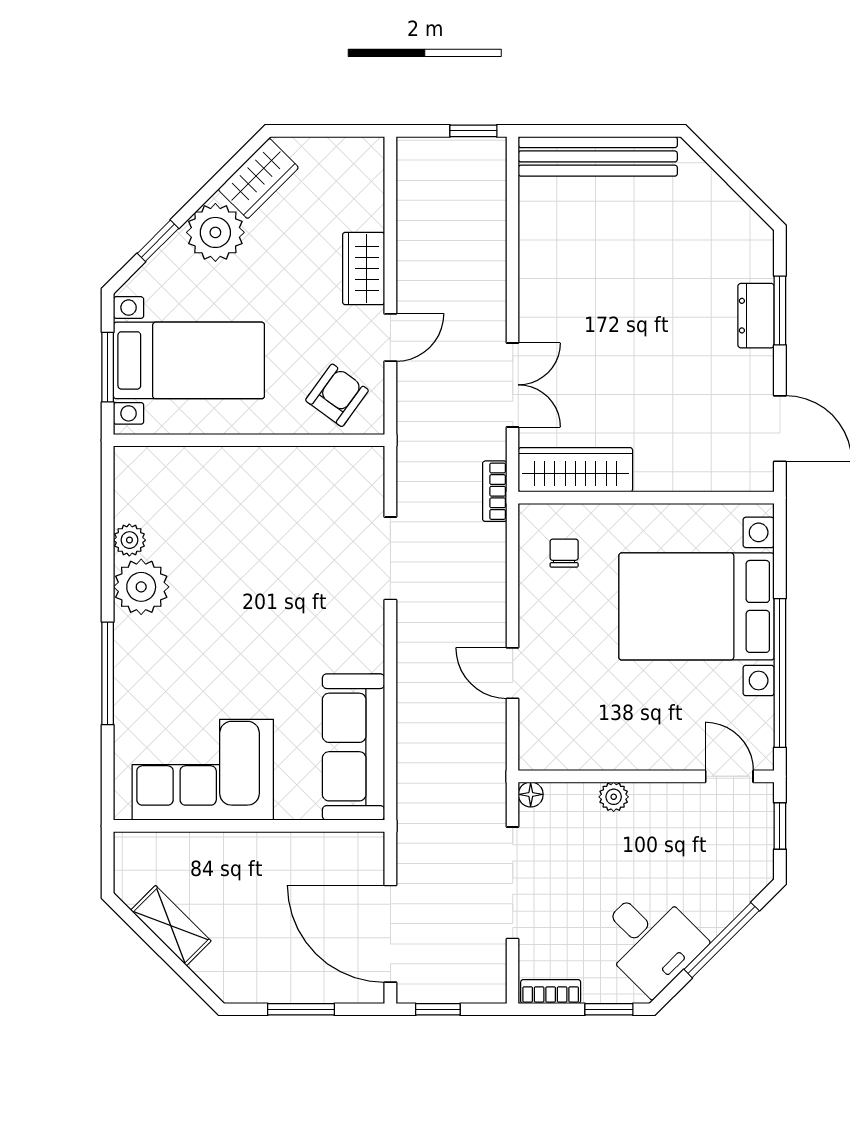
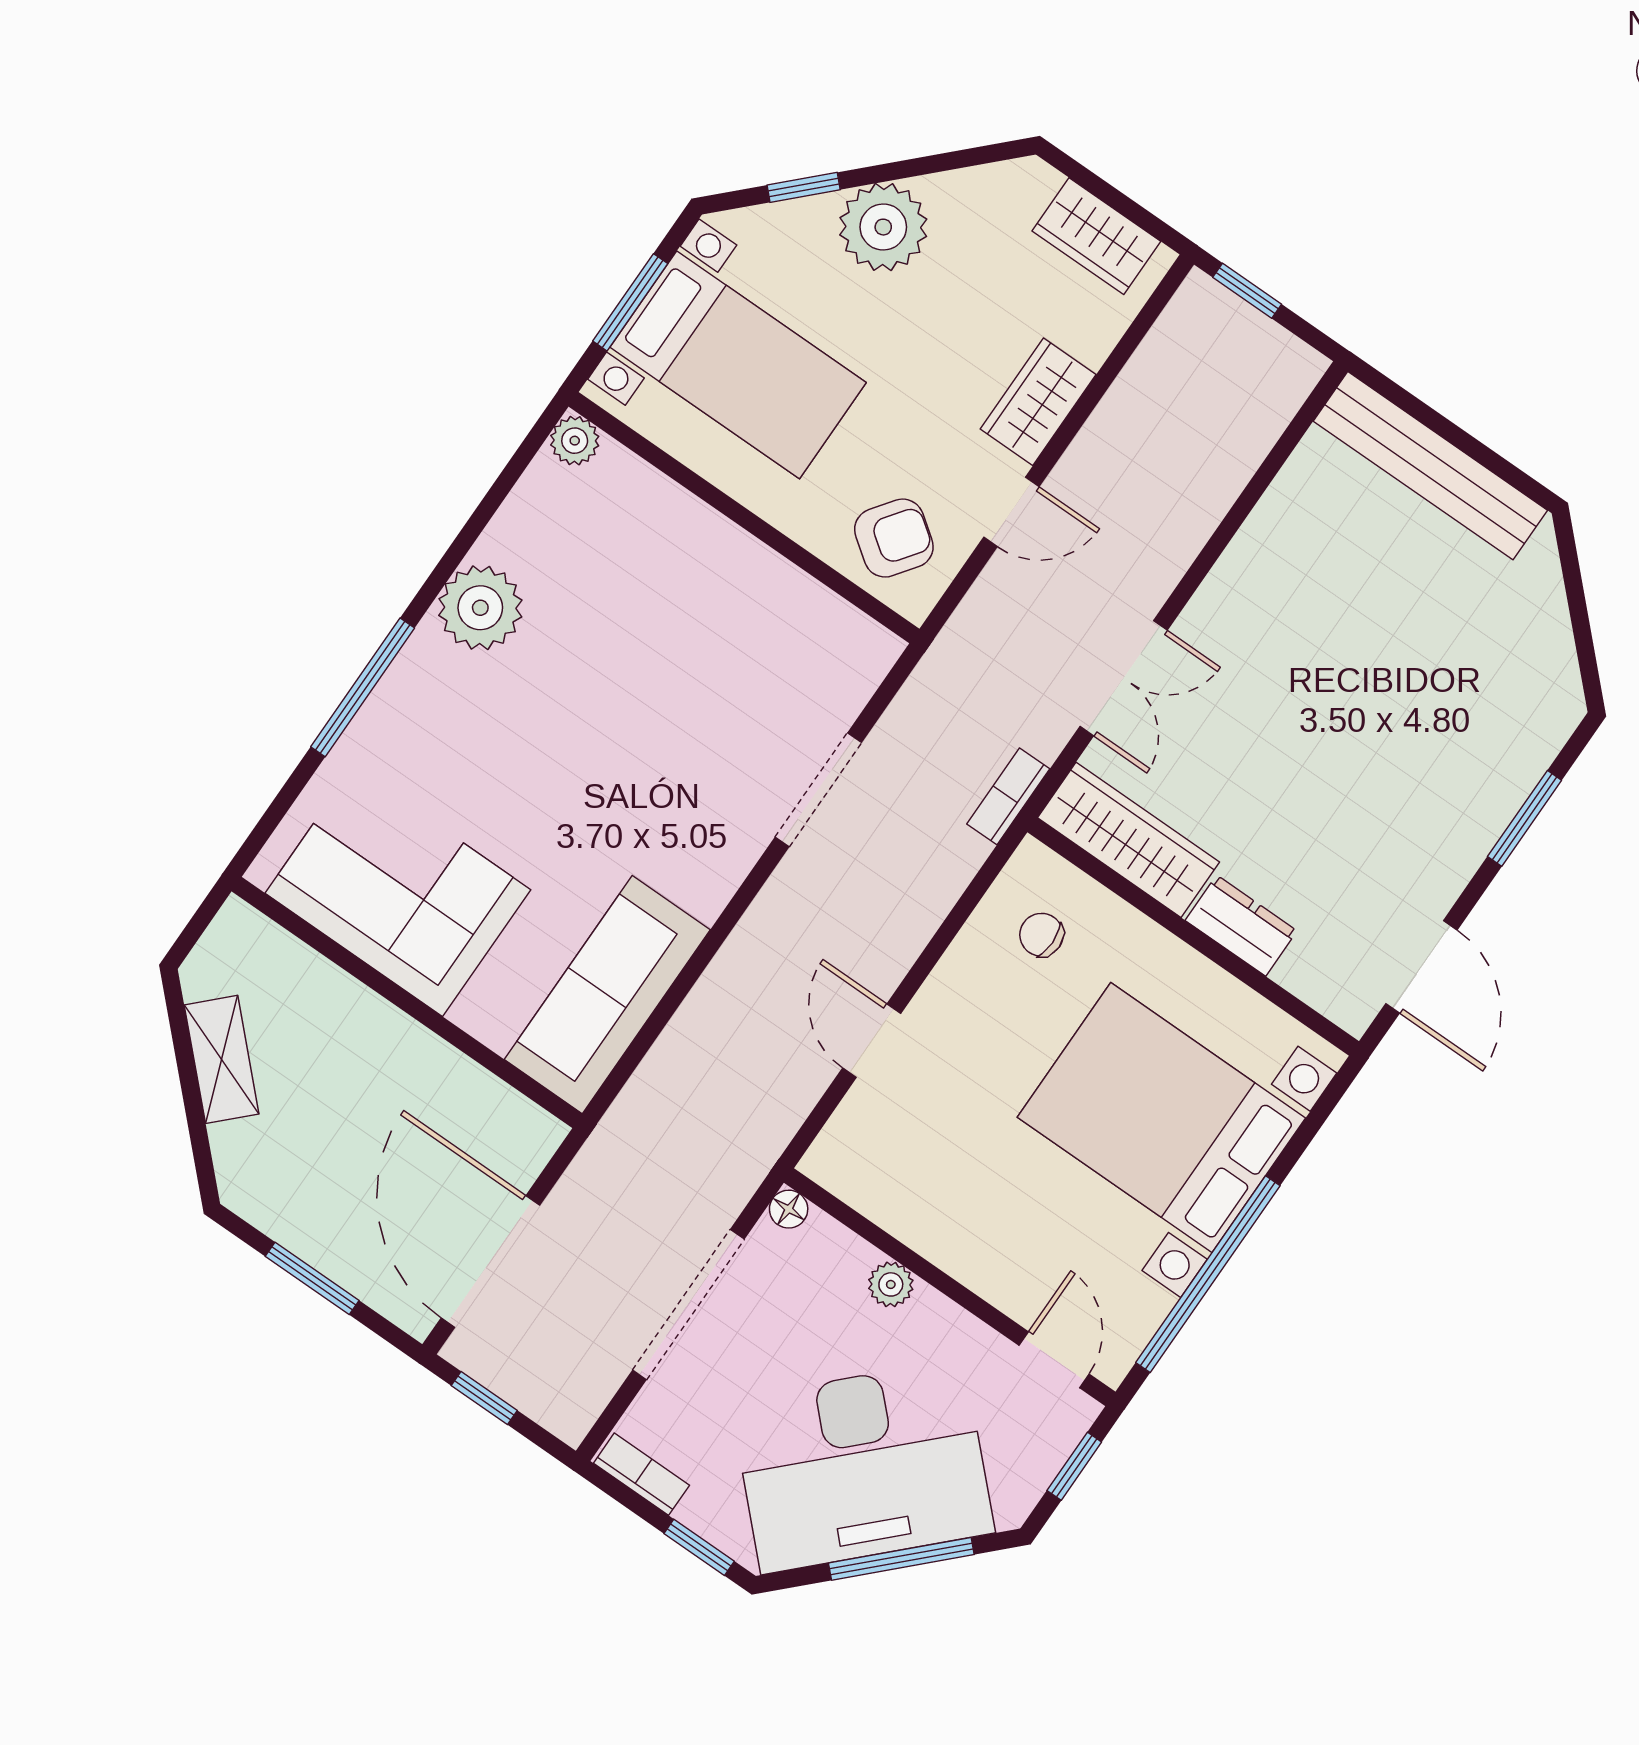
window: (473, 131) -> (1247, 291), moved
wardrobe: (258, 178) -> (1096, 236), moved, turned 45
dresser: (756, 316) -> (1241, 926), moved, turned 90
plant: (129, 540) -> (575, 441), moved
chair: (564, 553) -> (1041, 935), turned -90
desk: (650, 940) -> (862, 1466), width x1.87, depth x1.30

